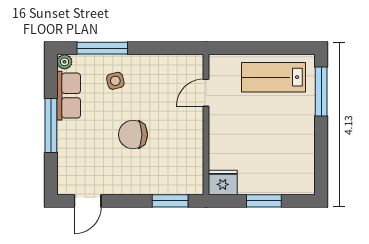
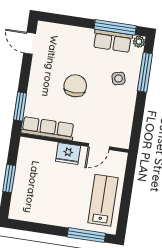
door: (206, 93) -> (99, 147), swing flipped
window: (51, 125) -> (115, 27), moved
row of seats: (193, 161) -> (48, 128), added
fridge: (223, 182) -> (68, 154), moved, turned 90

